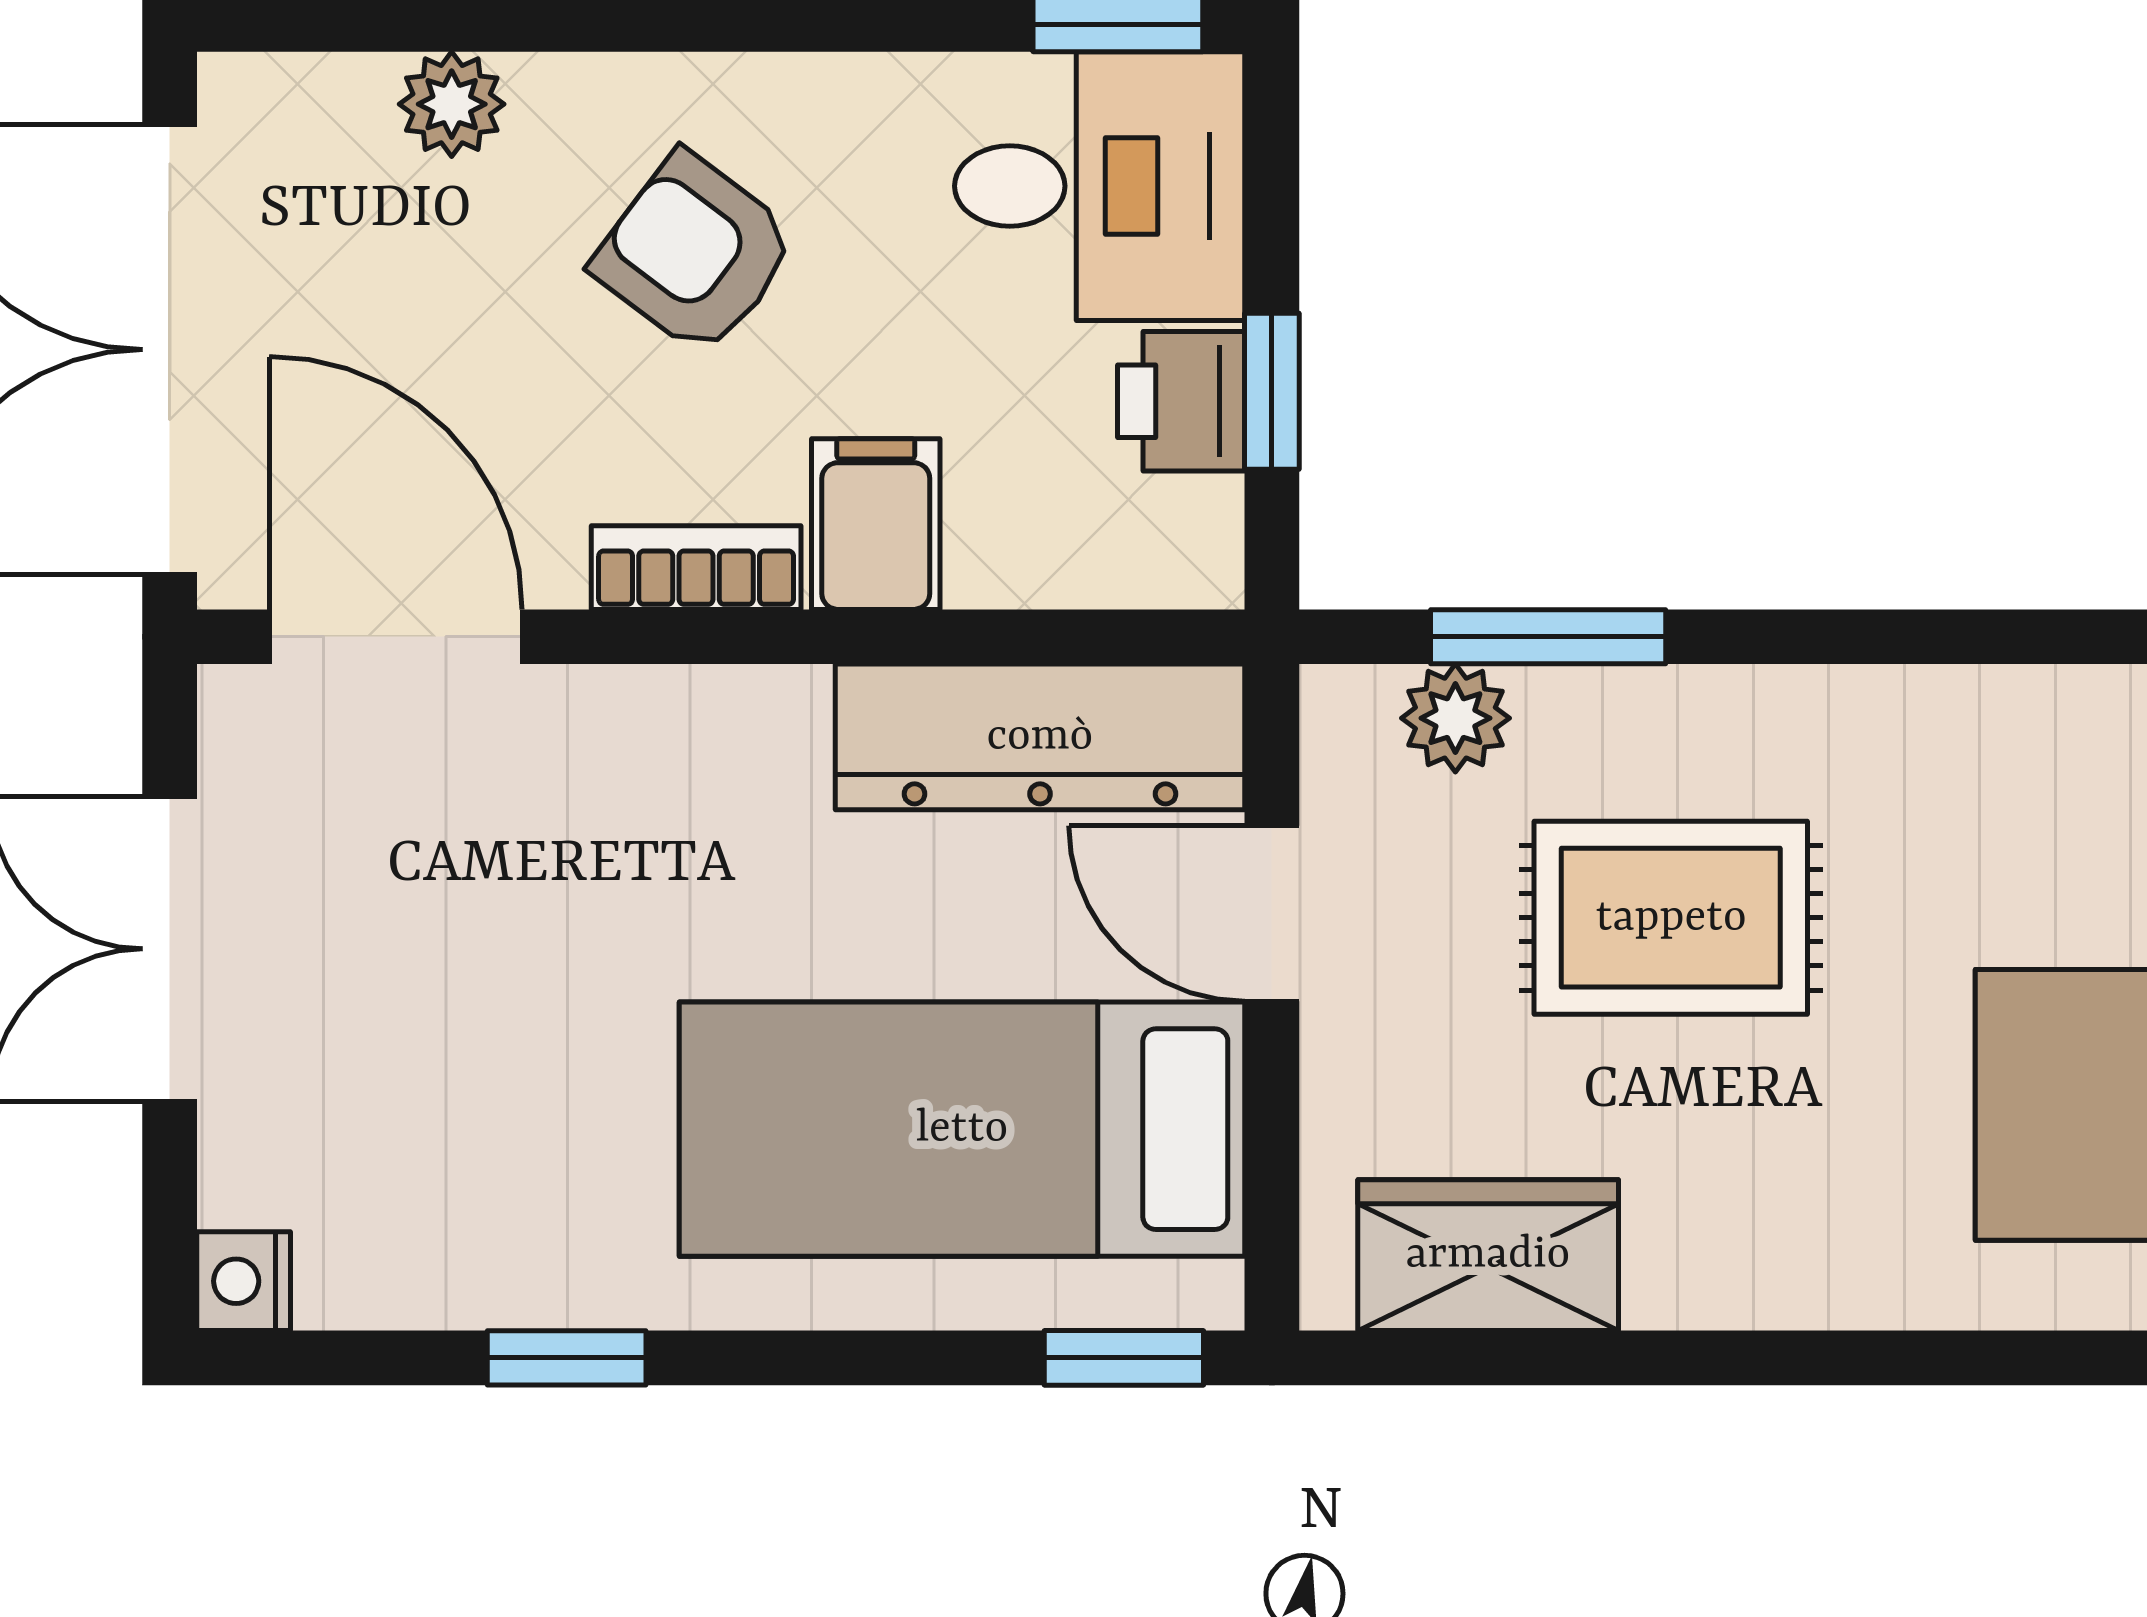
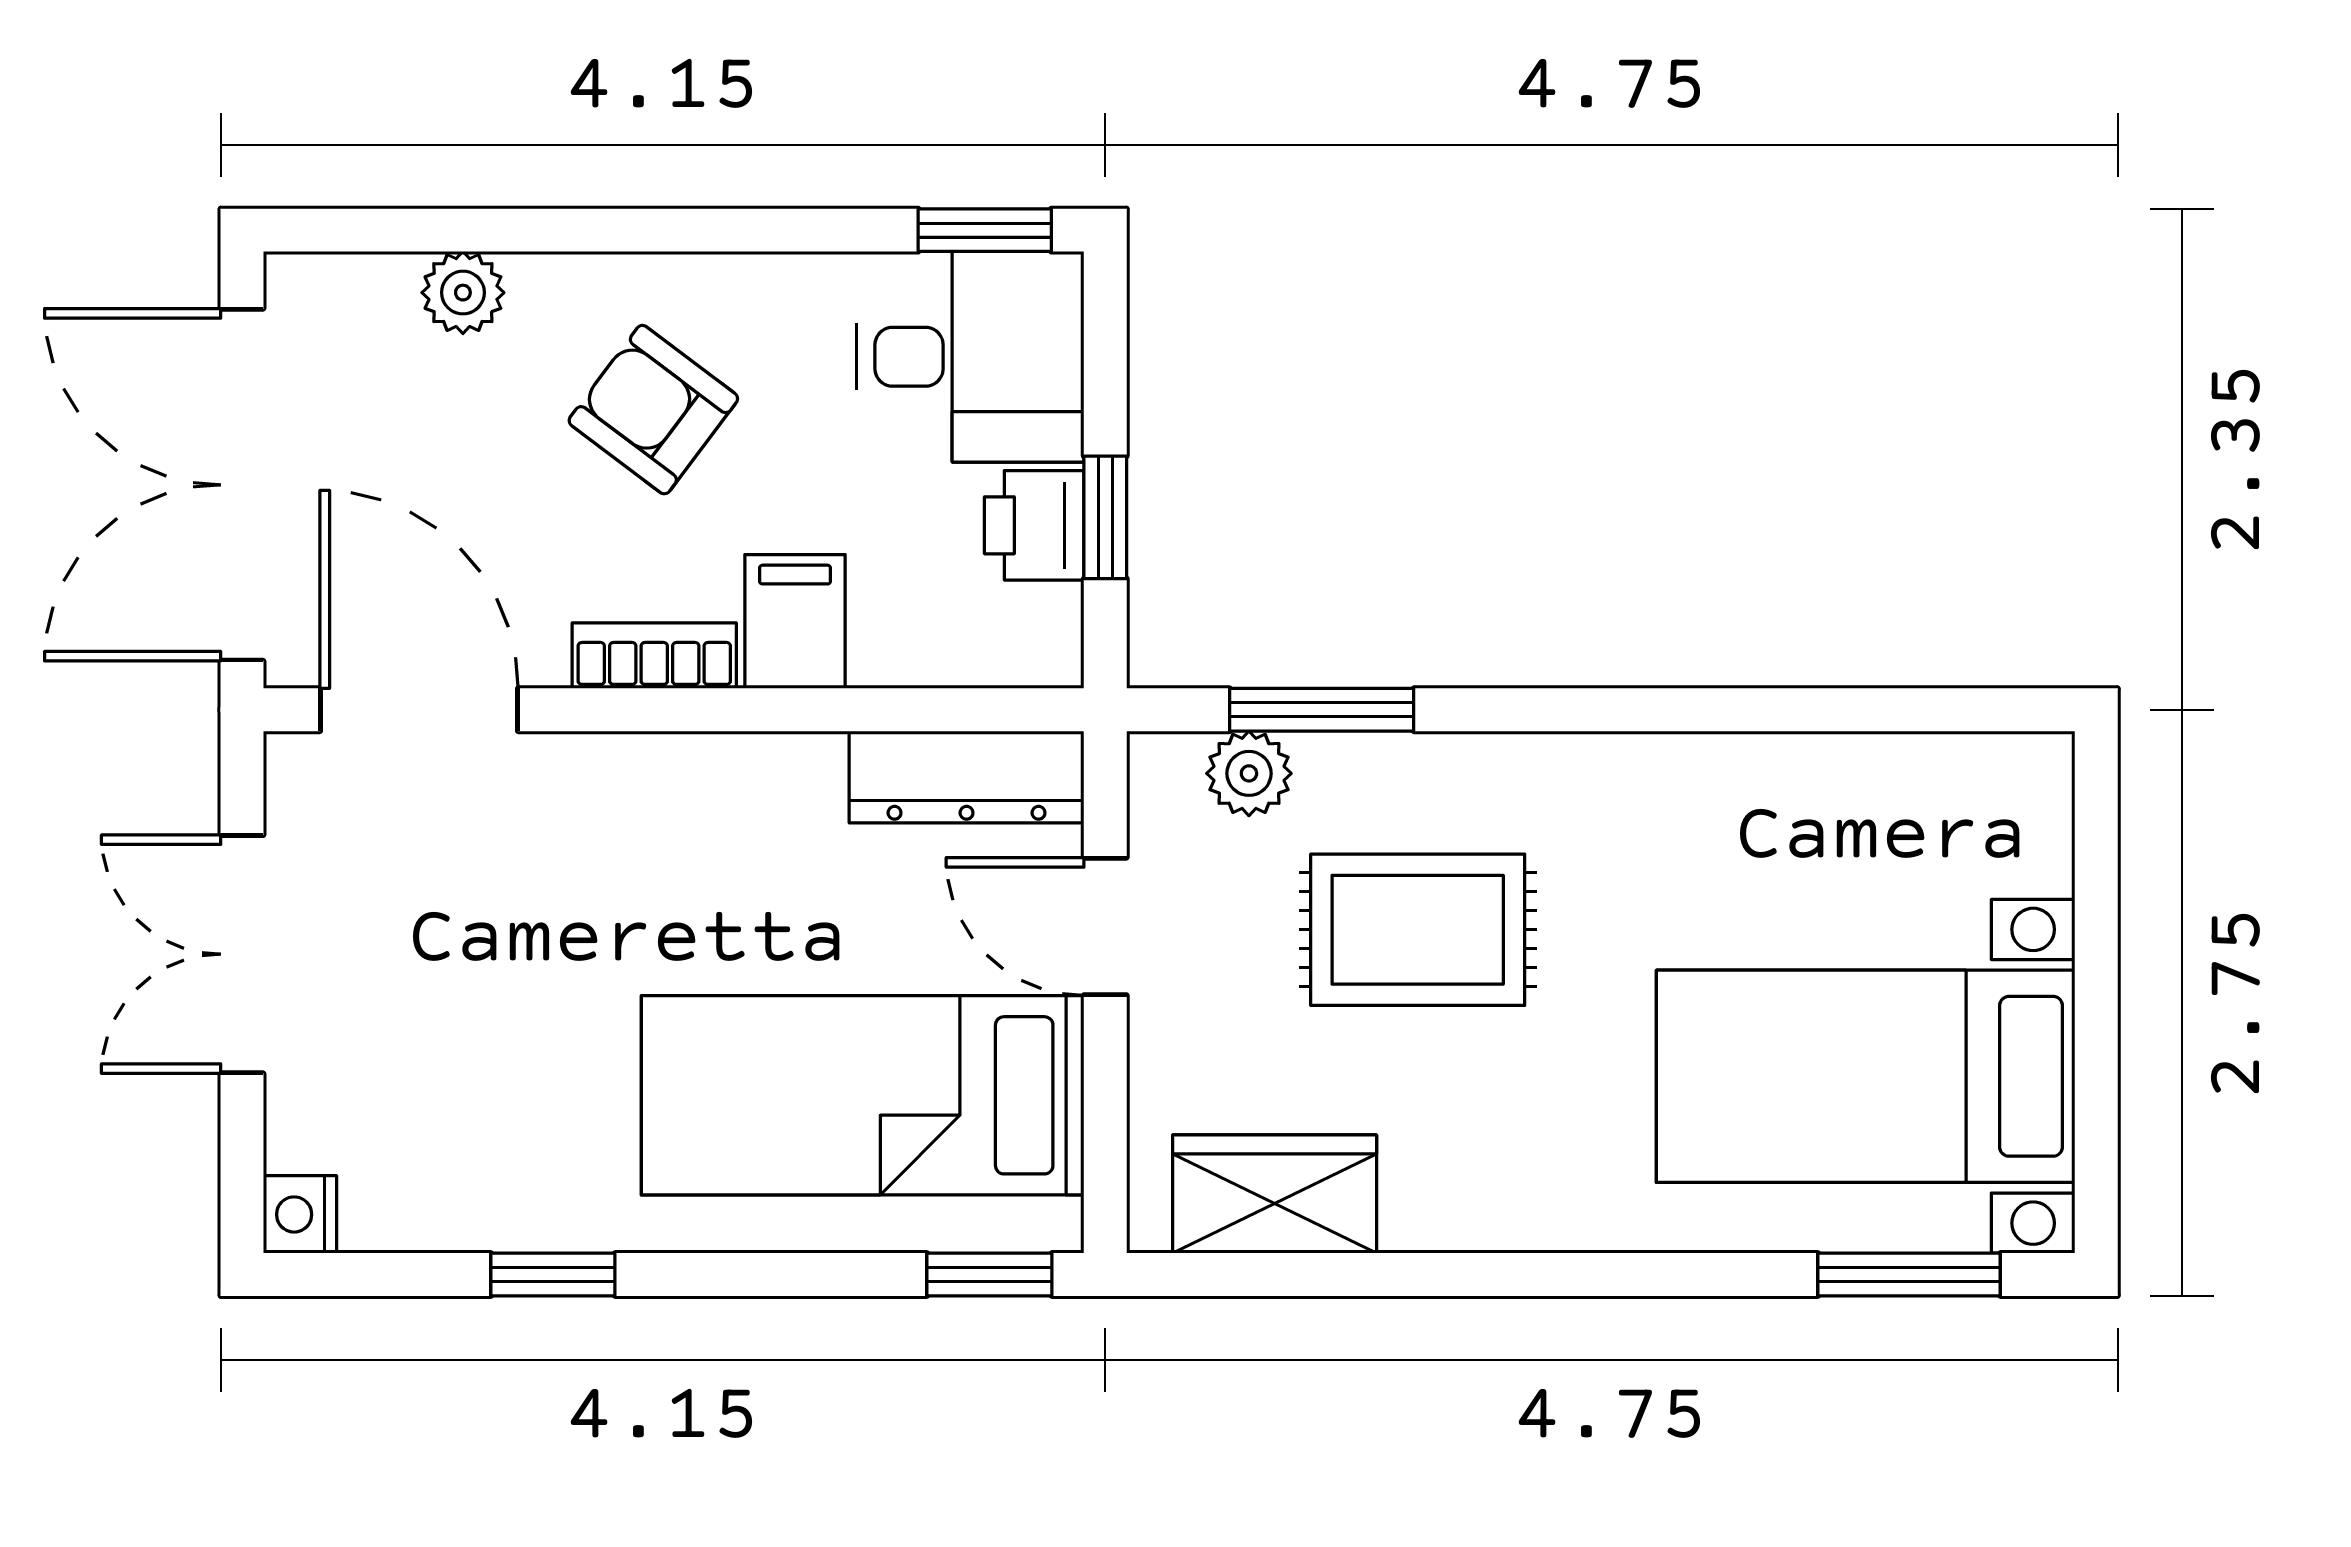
dresser: (1040, 737) -> (967, 777), width x0.73, depth x0.80

